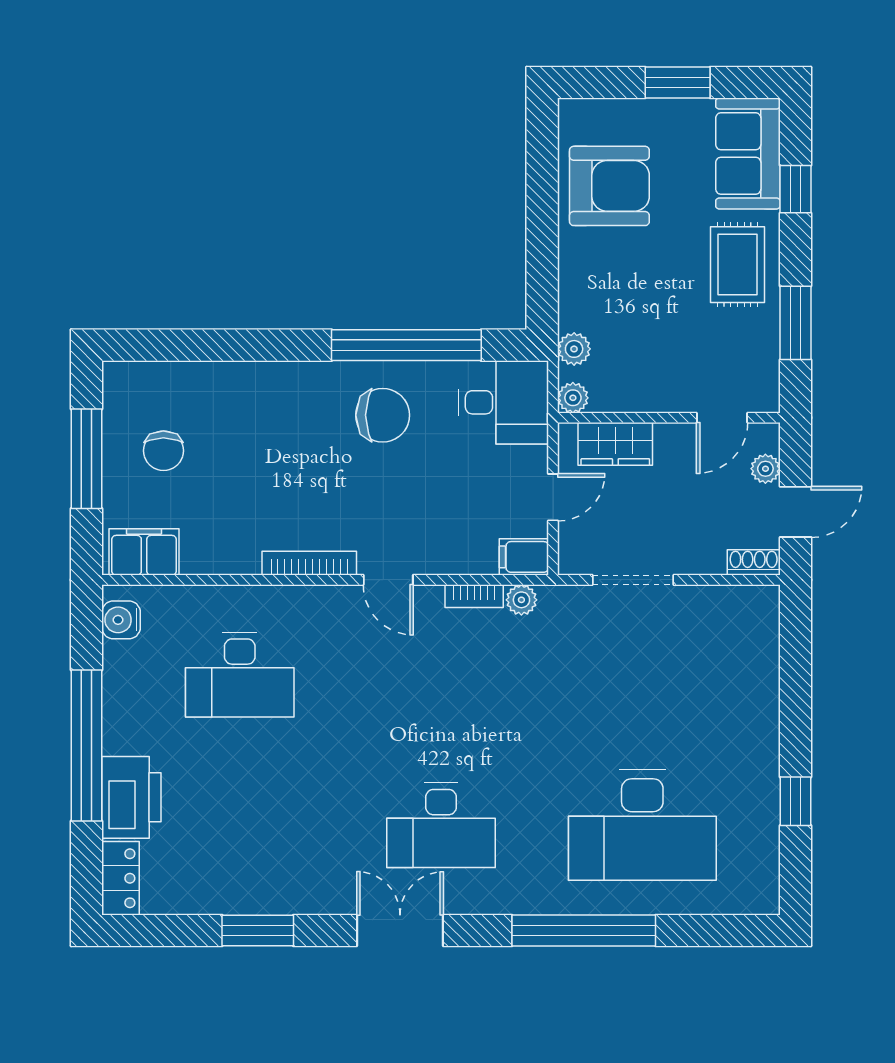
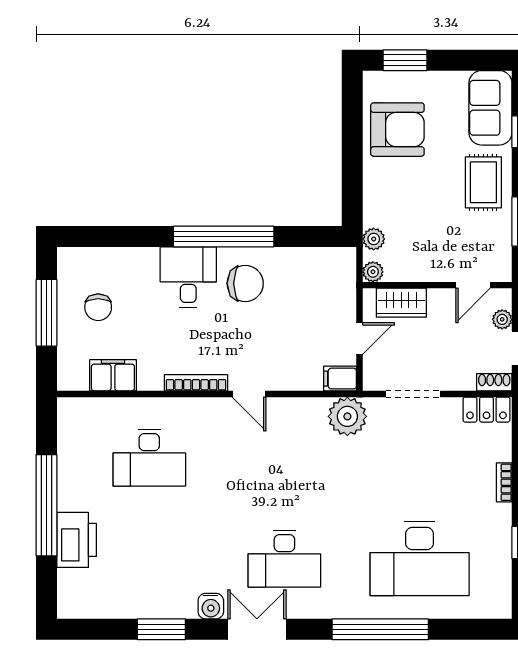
window: (678, 83) -> (405, 60), moved
window: (406, 345) -> (224, 236), moved
desk: (503, 402) -> (188, 277), moved, turned -90
filing cabinet: (144, 552) -> (113, 375), moved
bookcase: (474, 596) -> (504, 482), moved, turned 90
plant: (521, 600) -> (347, 416), width x1.88, depth x1.88
water cooler: (121, 620) -> (211, 606), moved, turned -90
locker: (121, 878) -> (486, 410), moved, turned 90

